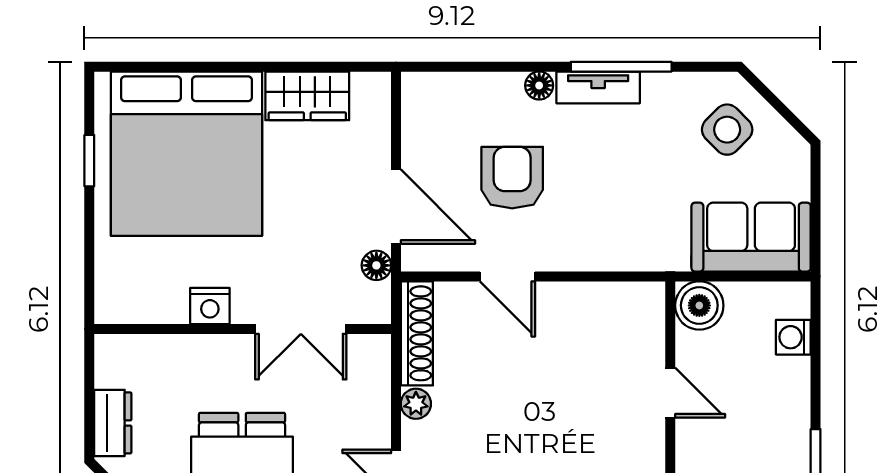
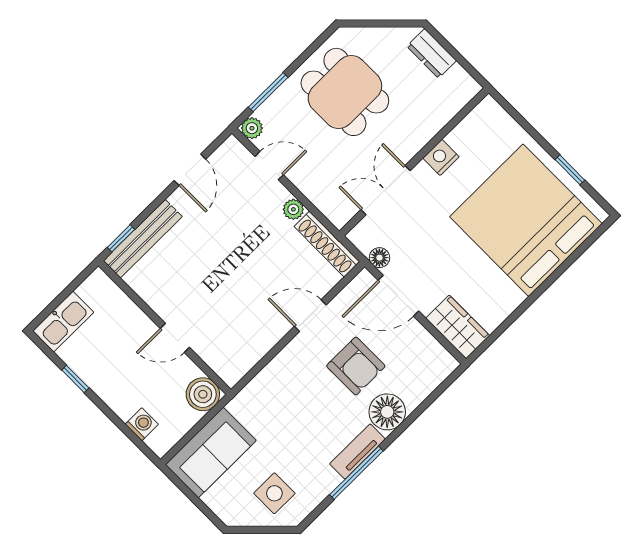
floor lamp: (539, 85) -> (387, 412), width x1.89, depth x1.89
wardrobe: (307, 96) -> (458, 327), moved, turned 90
side table: (727, 130) -> (274, 493), turned 45

